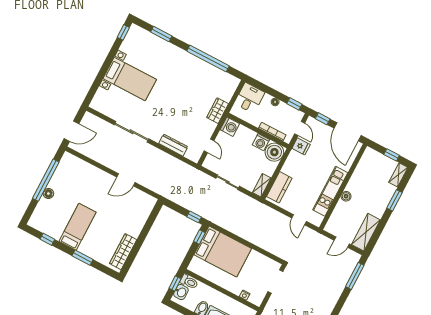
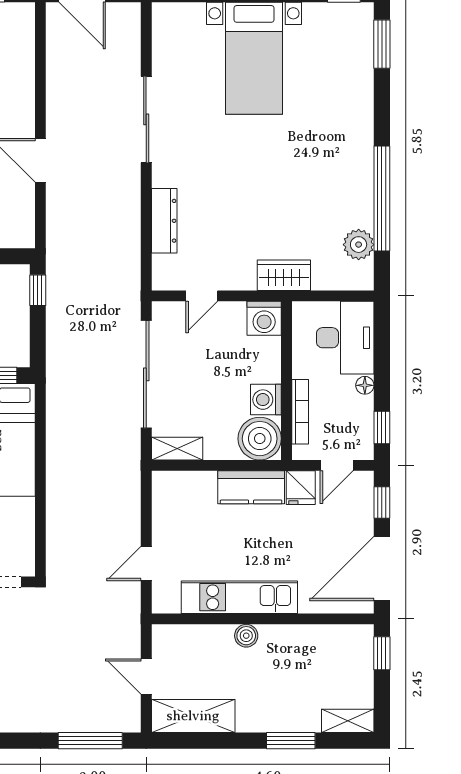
window: (161, 34) -> (382, 44), moved
plant: (221, 76) -> (359, 245), added
desk: (250, 98) -> (345, 338), width x1.37
window: (392, 155) -> (382, 653), moved
sliding door: (228, 182) -> (146, 374), width x1.86
kitchen counter: (279, 187) -> (251, 487), moved
window: (194, 217) -> (38, 290), moved

